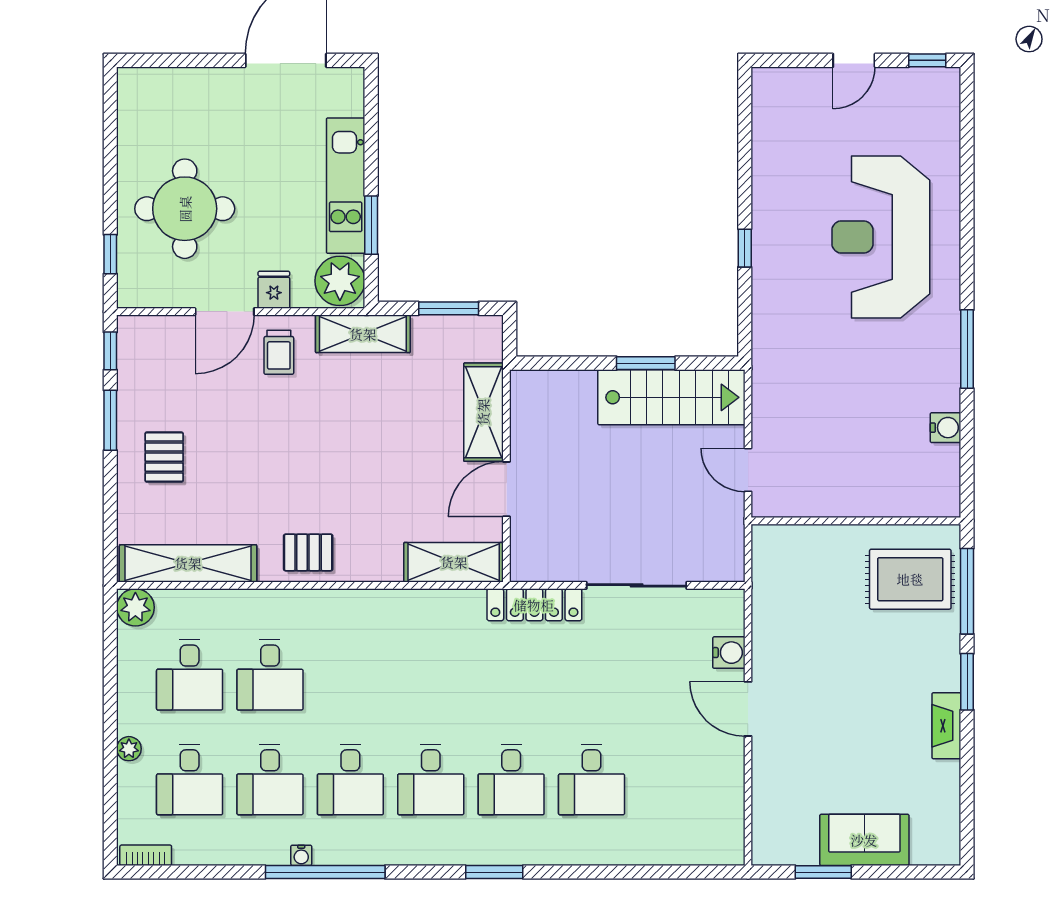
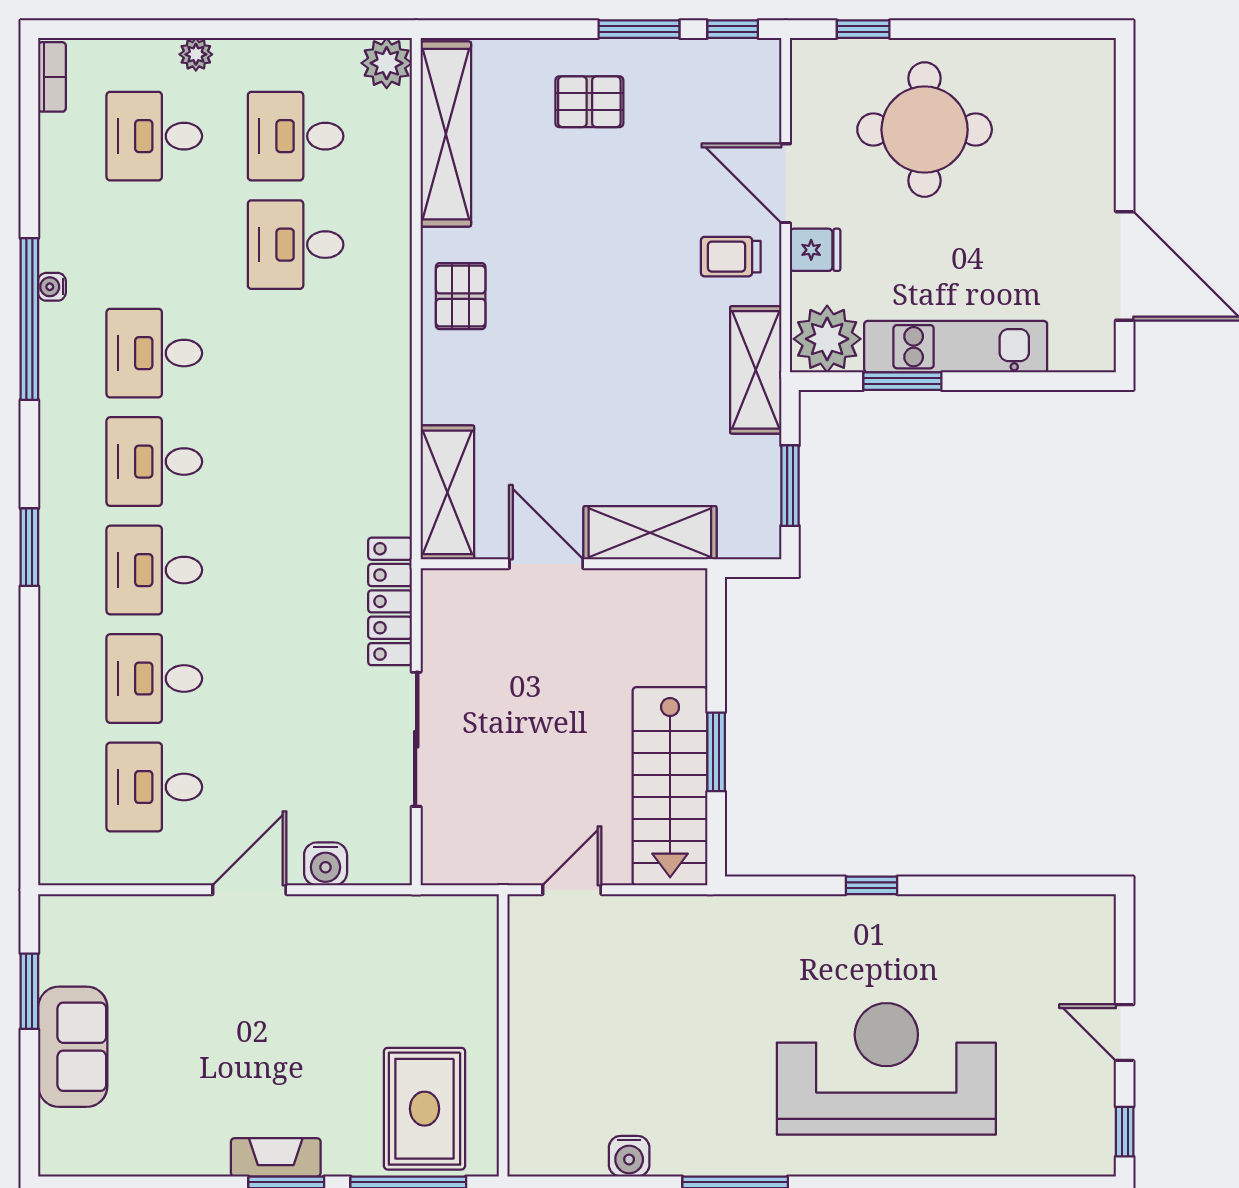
fireplace: (946, 726) -> (276, 1157), moved
desk: (270, 779) -> (154, 787), moved

